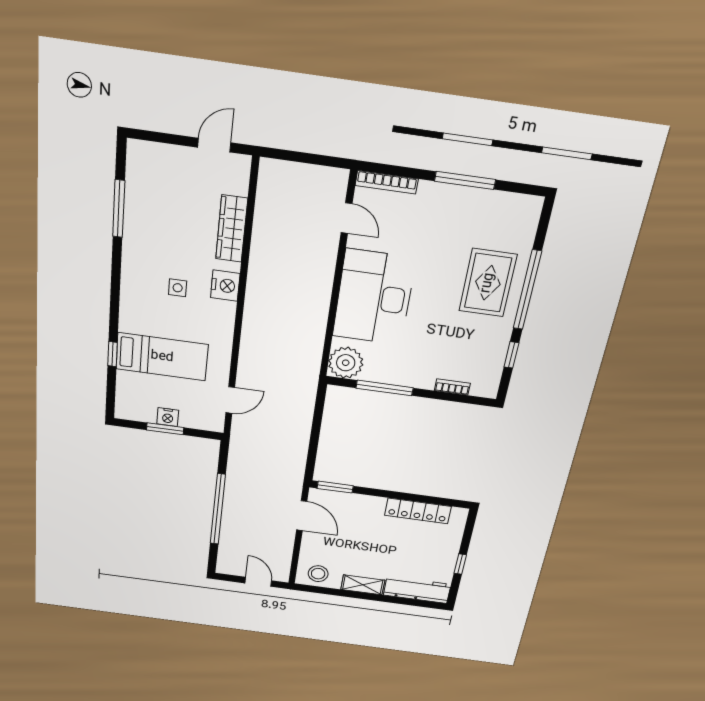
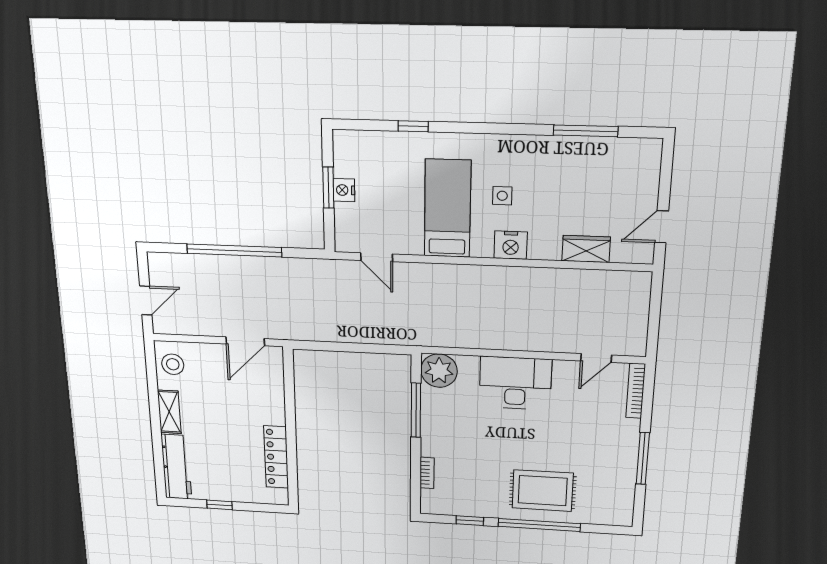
door: (214, 145) -> (662, 227), swing flipped
wardrobe: (232, 229) -> (586, 249), width x0.67
desk: (374, 297) -> (515, 383), width x0.73, depth x0.77
bed: (162, 357) -> (448, 209), moved, turned 180
window: (335, 487) -> (289, 373), removed

